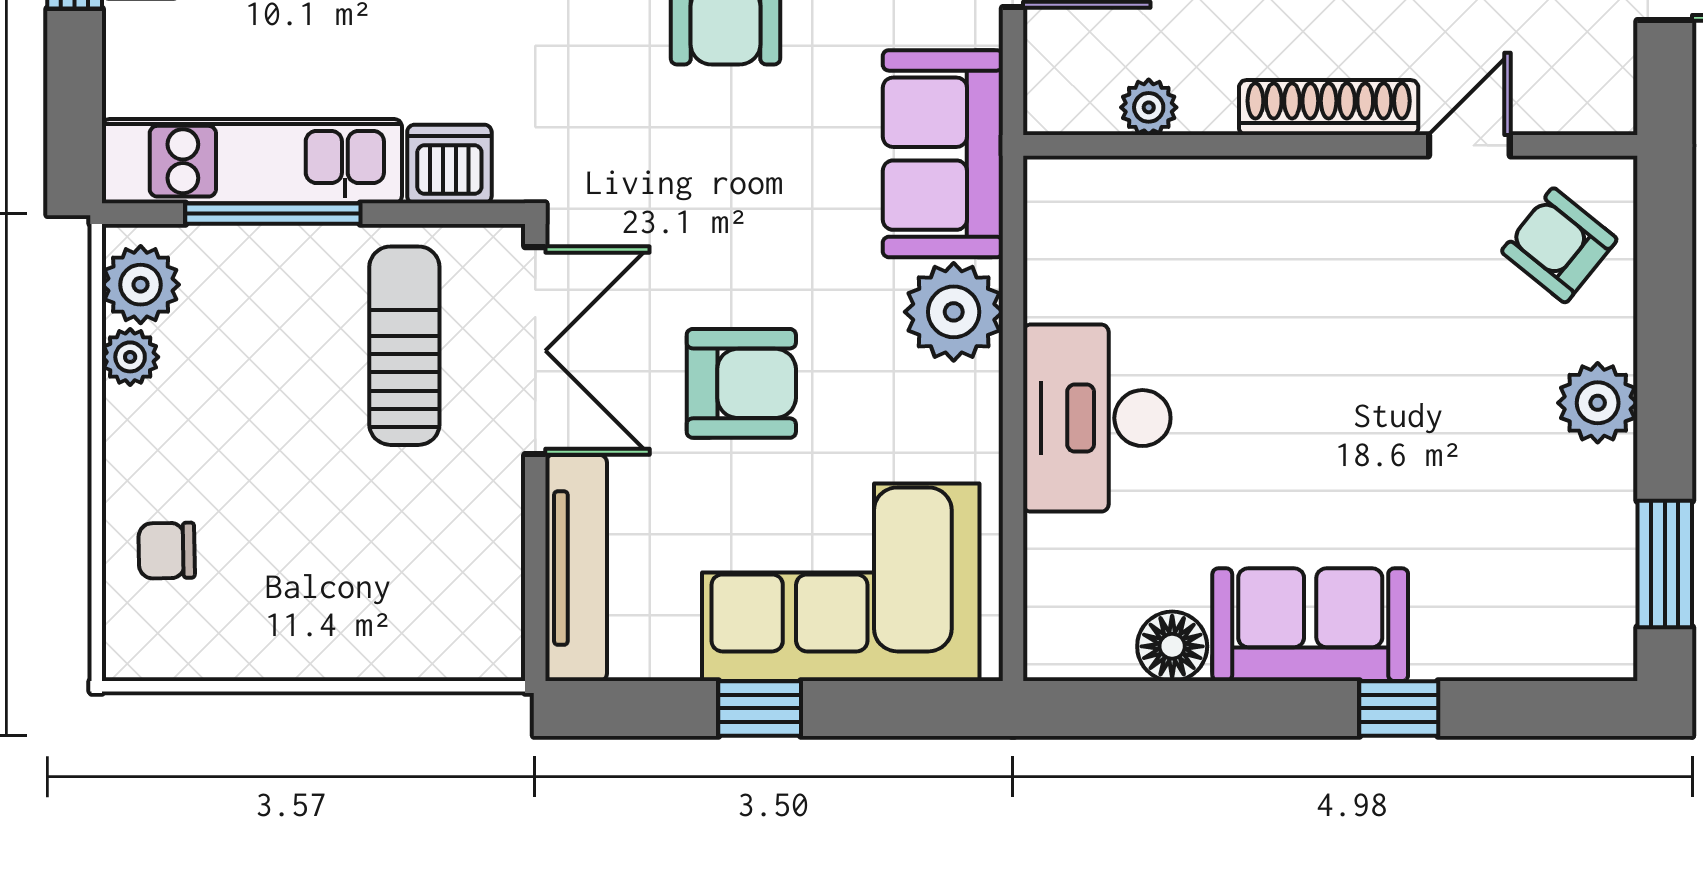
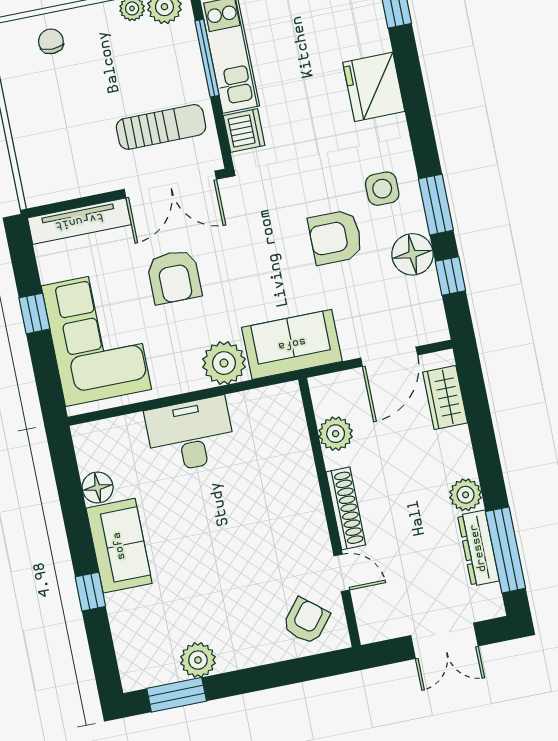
plant: (1149, 107) -> (336, 434), width x1.38, depth x1.38
plant: (1598, 403) -> (198, 660), moved

